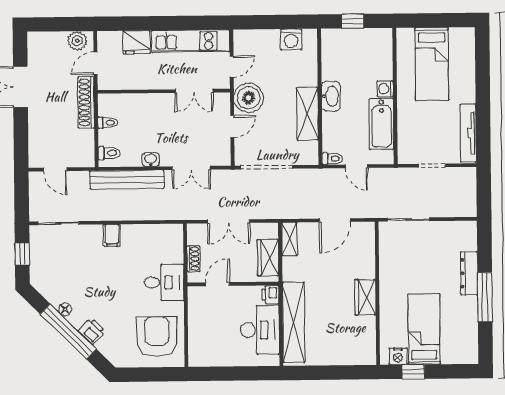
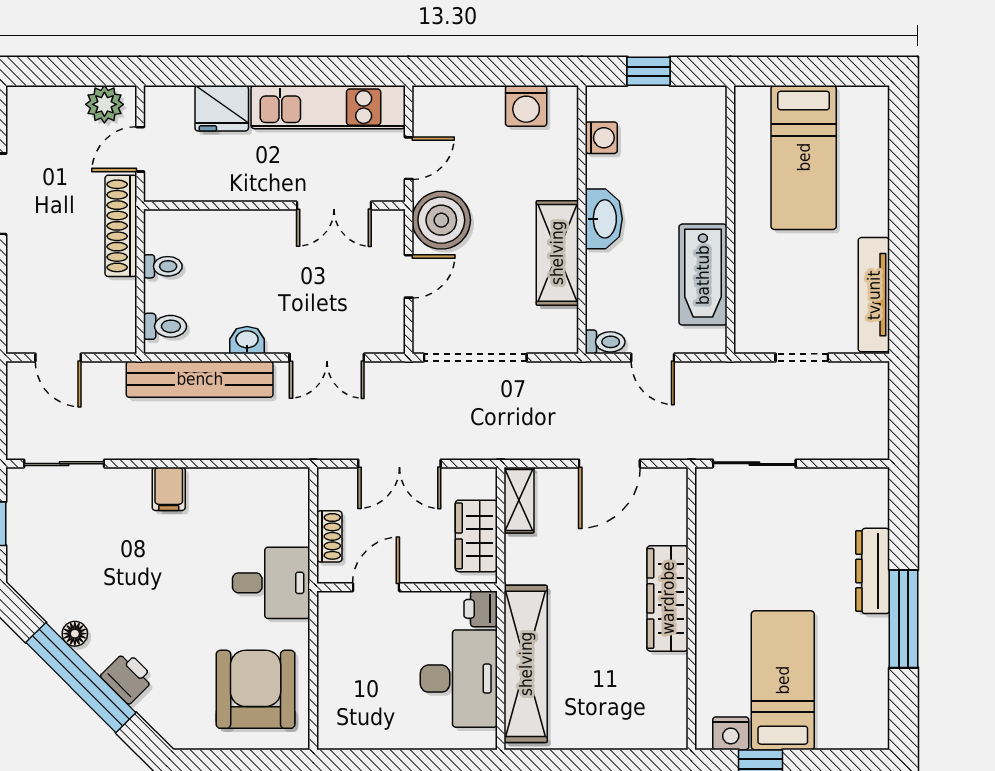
washing machine: (385, 89) -> (601, 138), moved, turned 180
wardrobe: (365, 297) -> (668, 598), width x1.50

